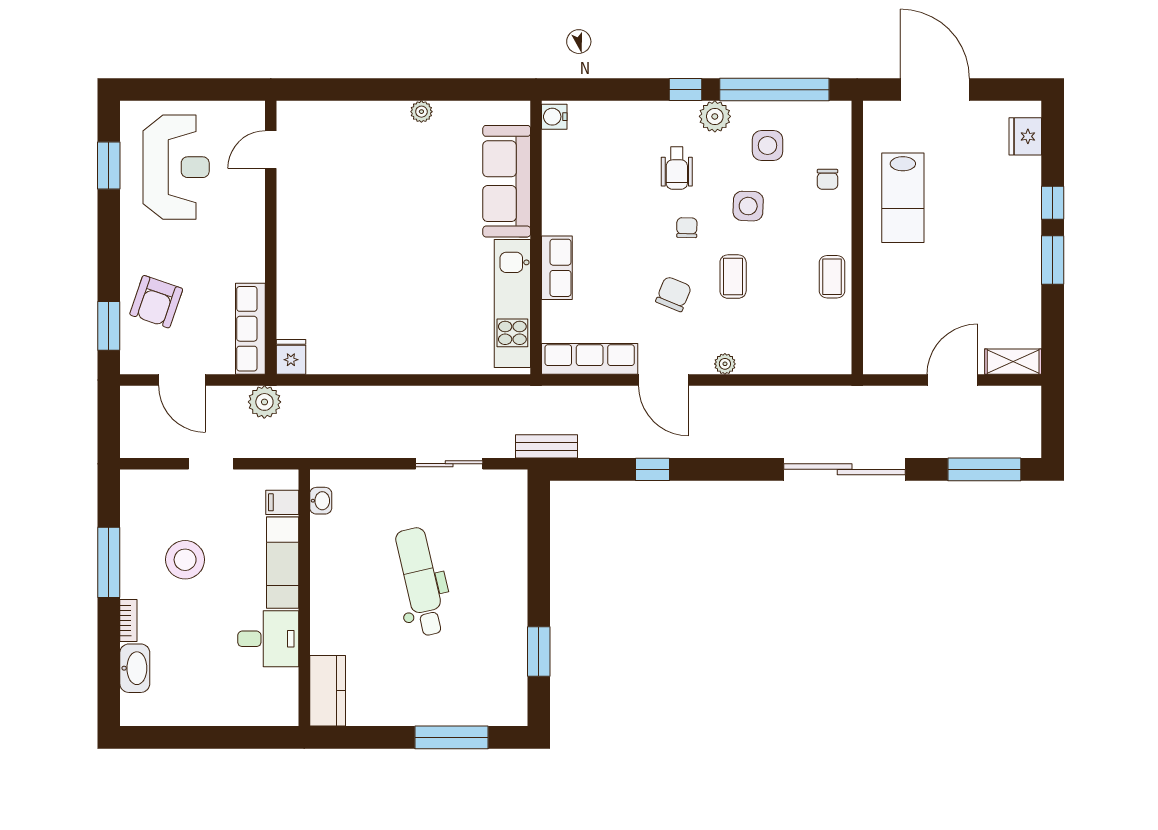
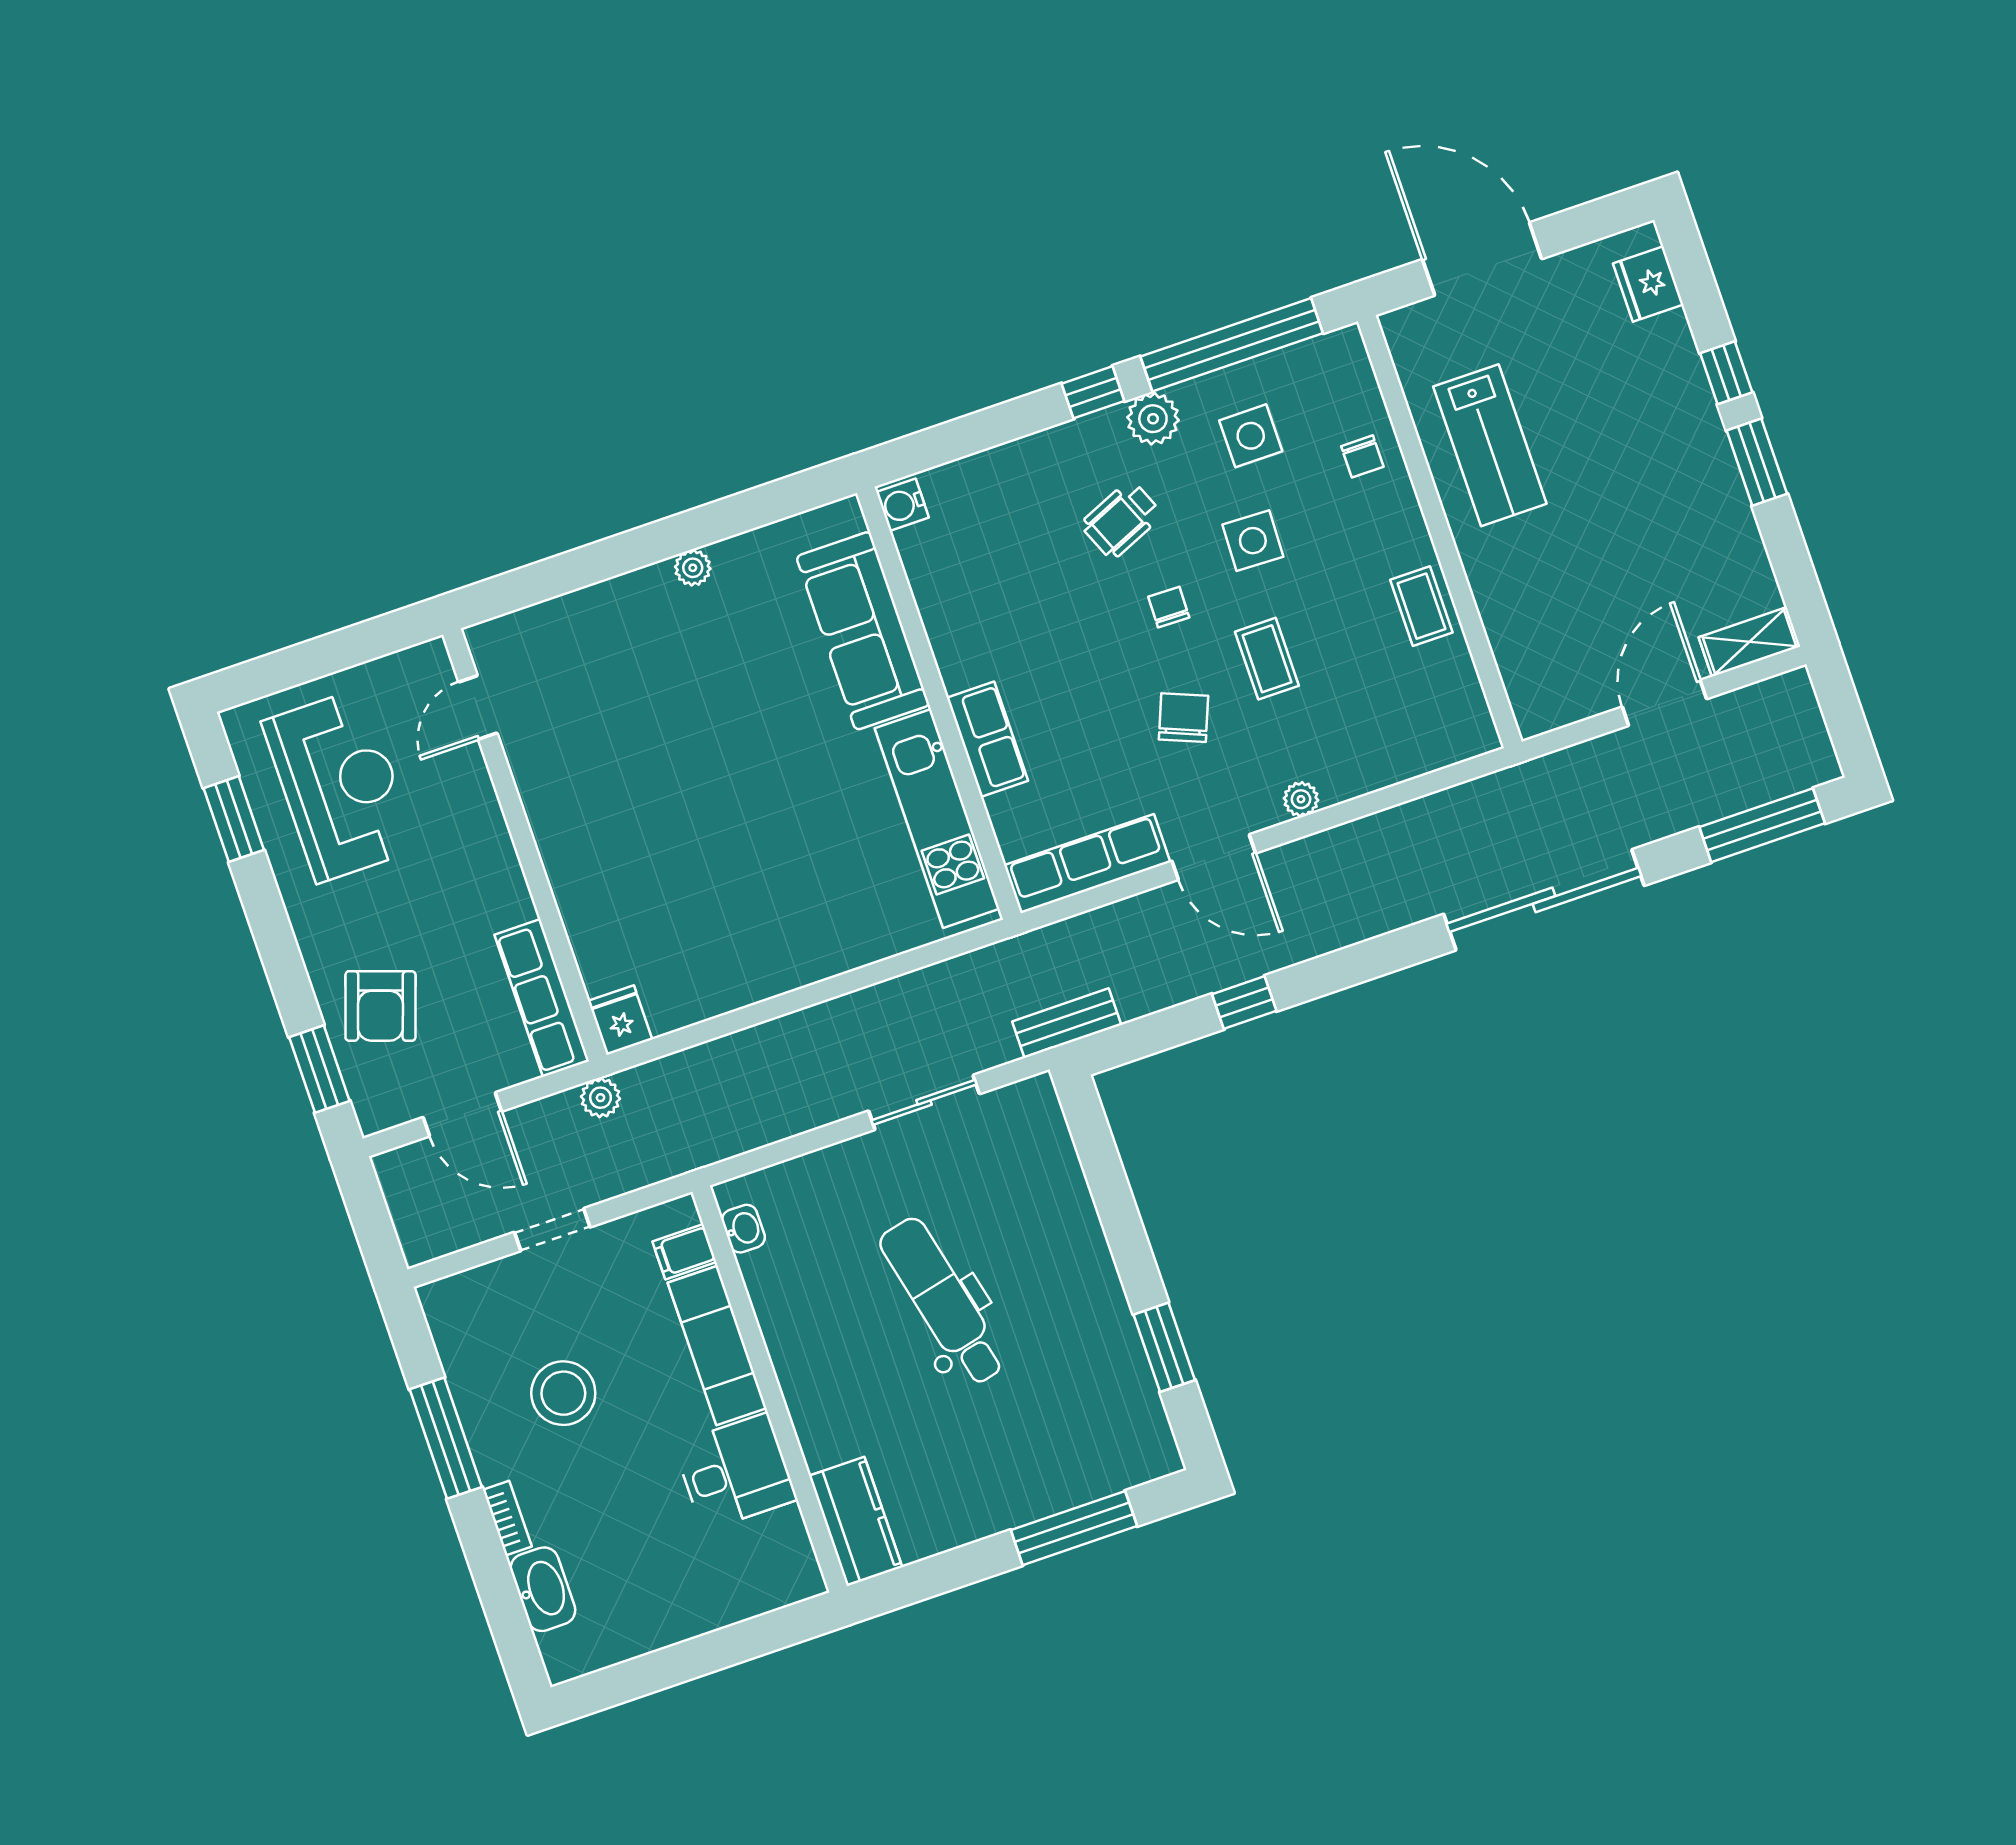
wheelchair: (677, 168) -> (1121, 520), turned 67
plant: (264, 402) -> (600, 1098), width x0.73, depth x0.73

